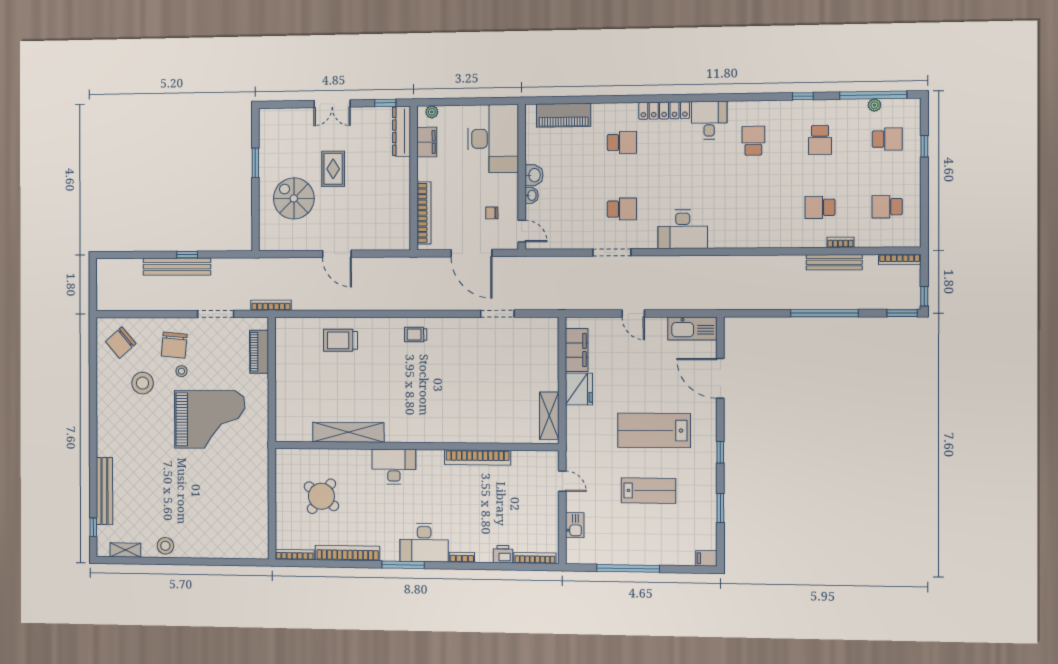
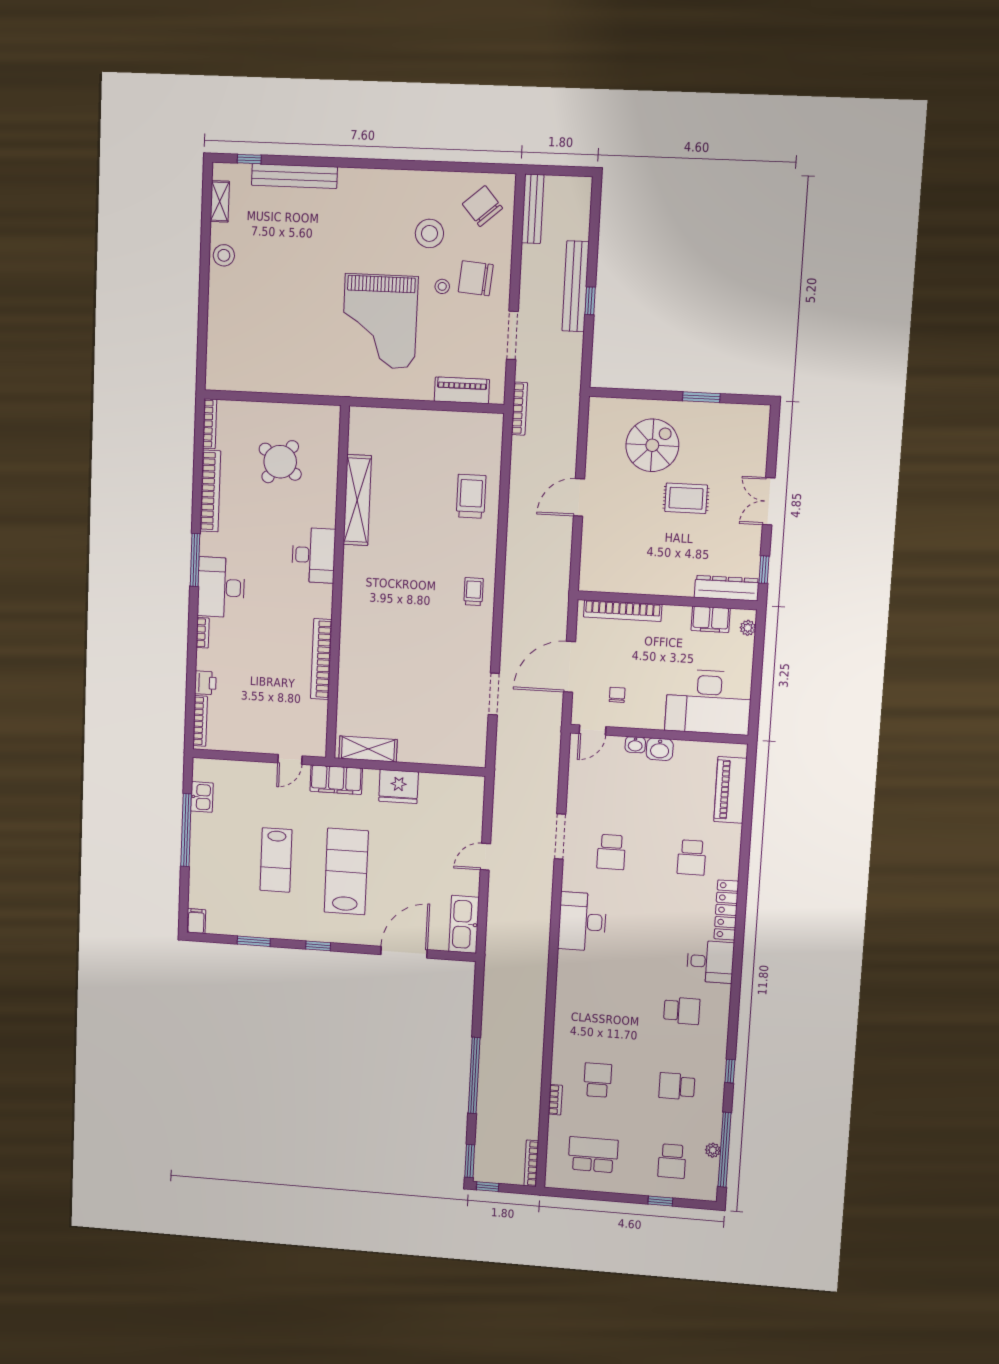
school desk: (887, 207) -> (593, 1155), width x1.85
bench: (834, 262) -> (533, 209), moved
filing cabinet: (577, 350) -> (336, 780), moved
kitchen sink: (575, 525) -> (202, 797), moved, turned -90

